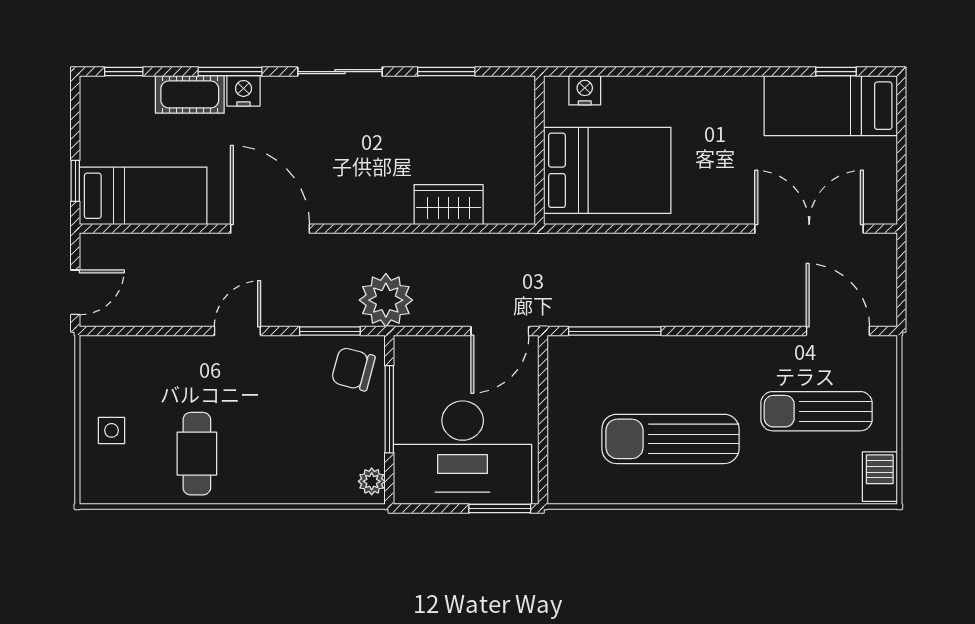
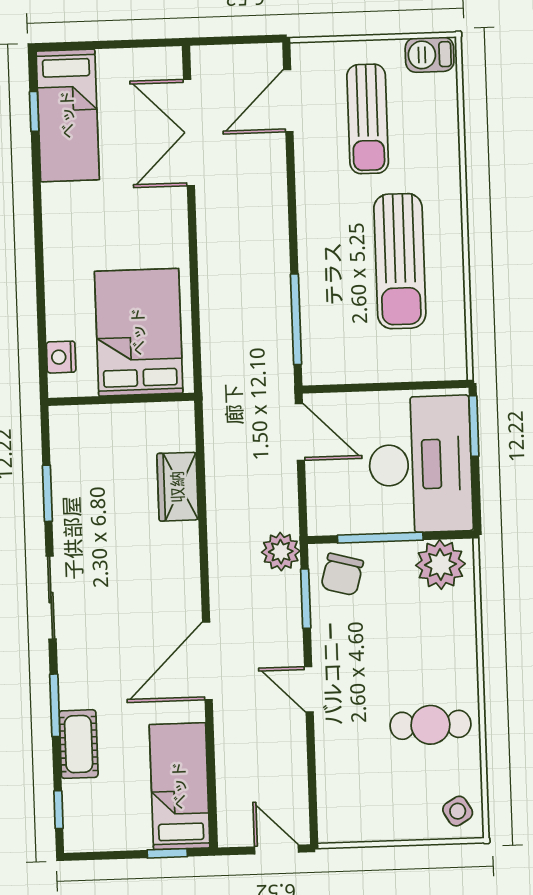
nightstand: (243, 91) -> (73, 692), removed
plant: (386, 300) -> (281, 552), width x0.73, depth x0.73
side table: (111, 430) -> (458, 811), moved, turned -31
plant: (372, 481) -> (440, 565), width x1.88, depth x1.88

